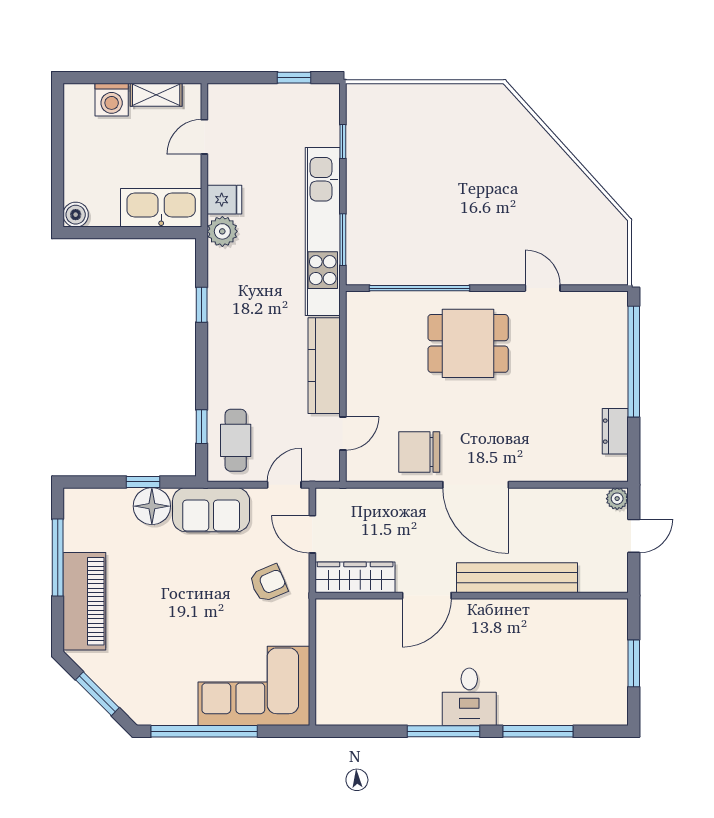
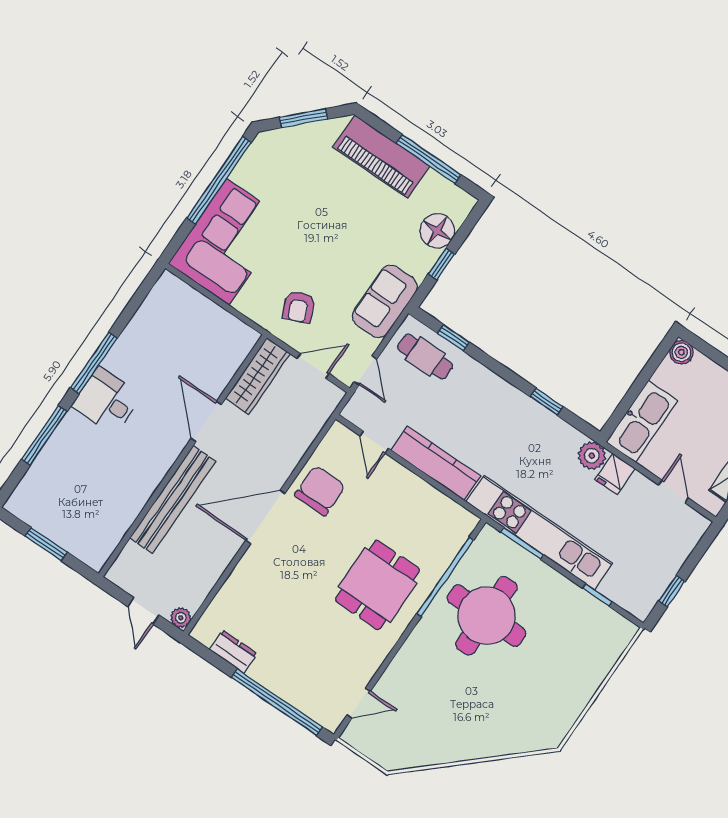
round table: (429, 228) -> (486, 616), added
door: (543, 288) -> (359, 703), moved
floor lamp: (152, 506) -> (437, 231), moved

